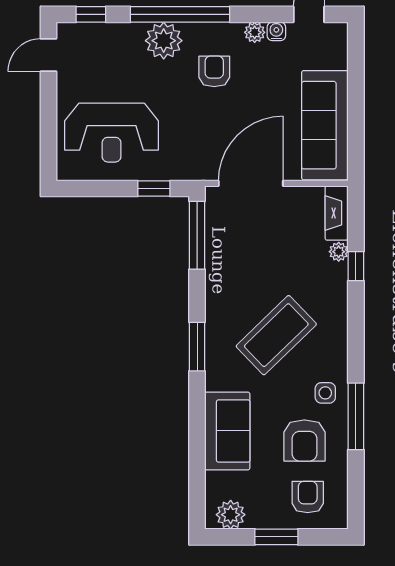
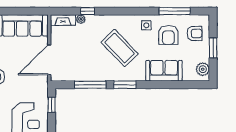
door: (251, 183) -> (49, 60), hinge flipped
window: (197, 235) -> (90, 85), moved
window: (356, 416) -> (175, 11), moved
armchair: (304, 440) -> (168, 35), turned 90
armchair: (308, 497) -> (195, 33), turned 180

